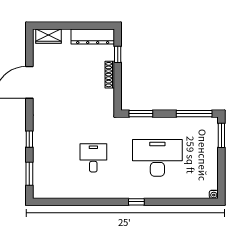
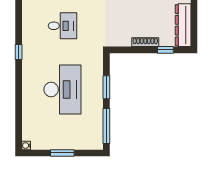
window: (141, 114) -> (106, 87), moved
window: (221, 135) -> (62, 153), moved
window: (136, 202) -> (19, 52), moved

